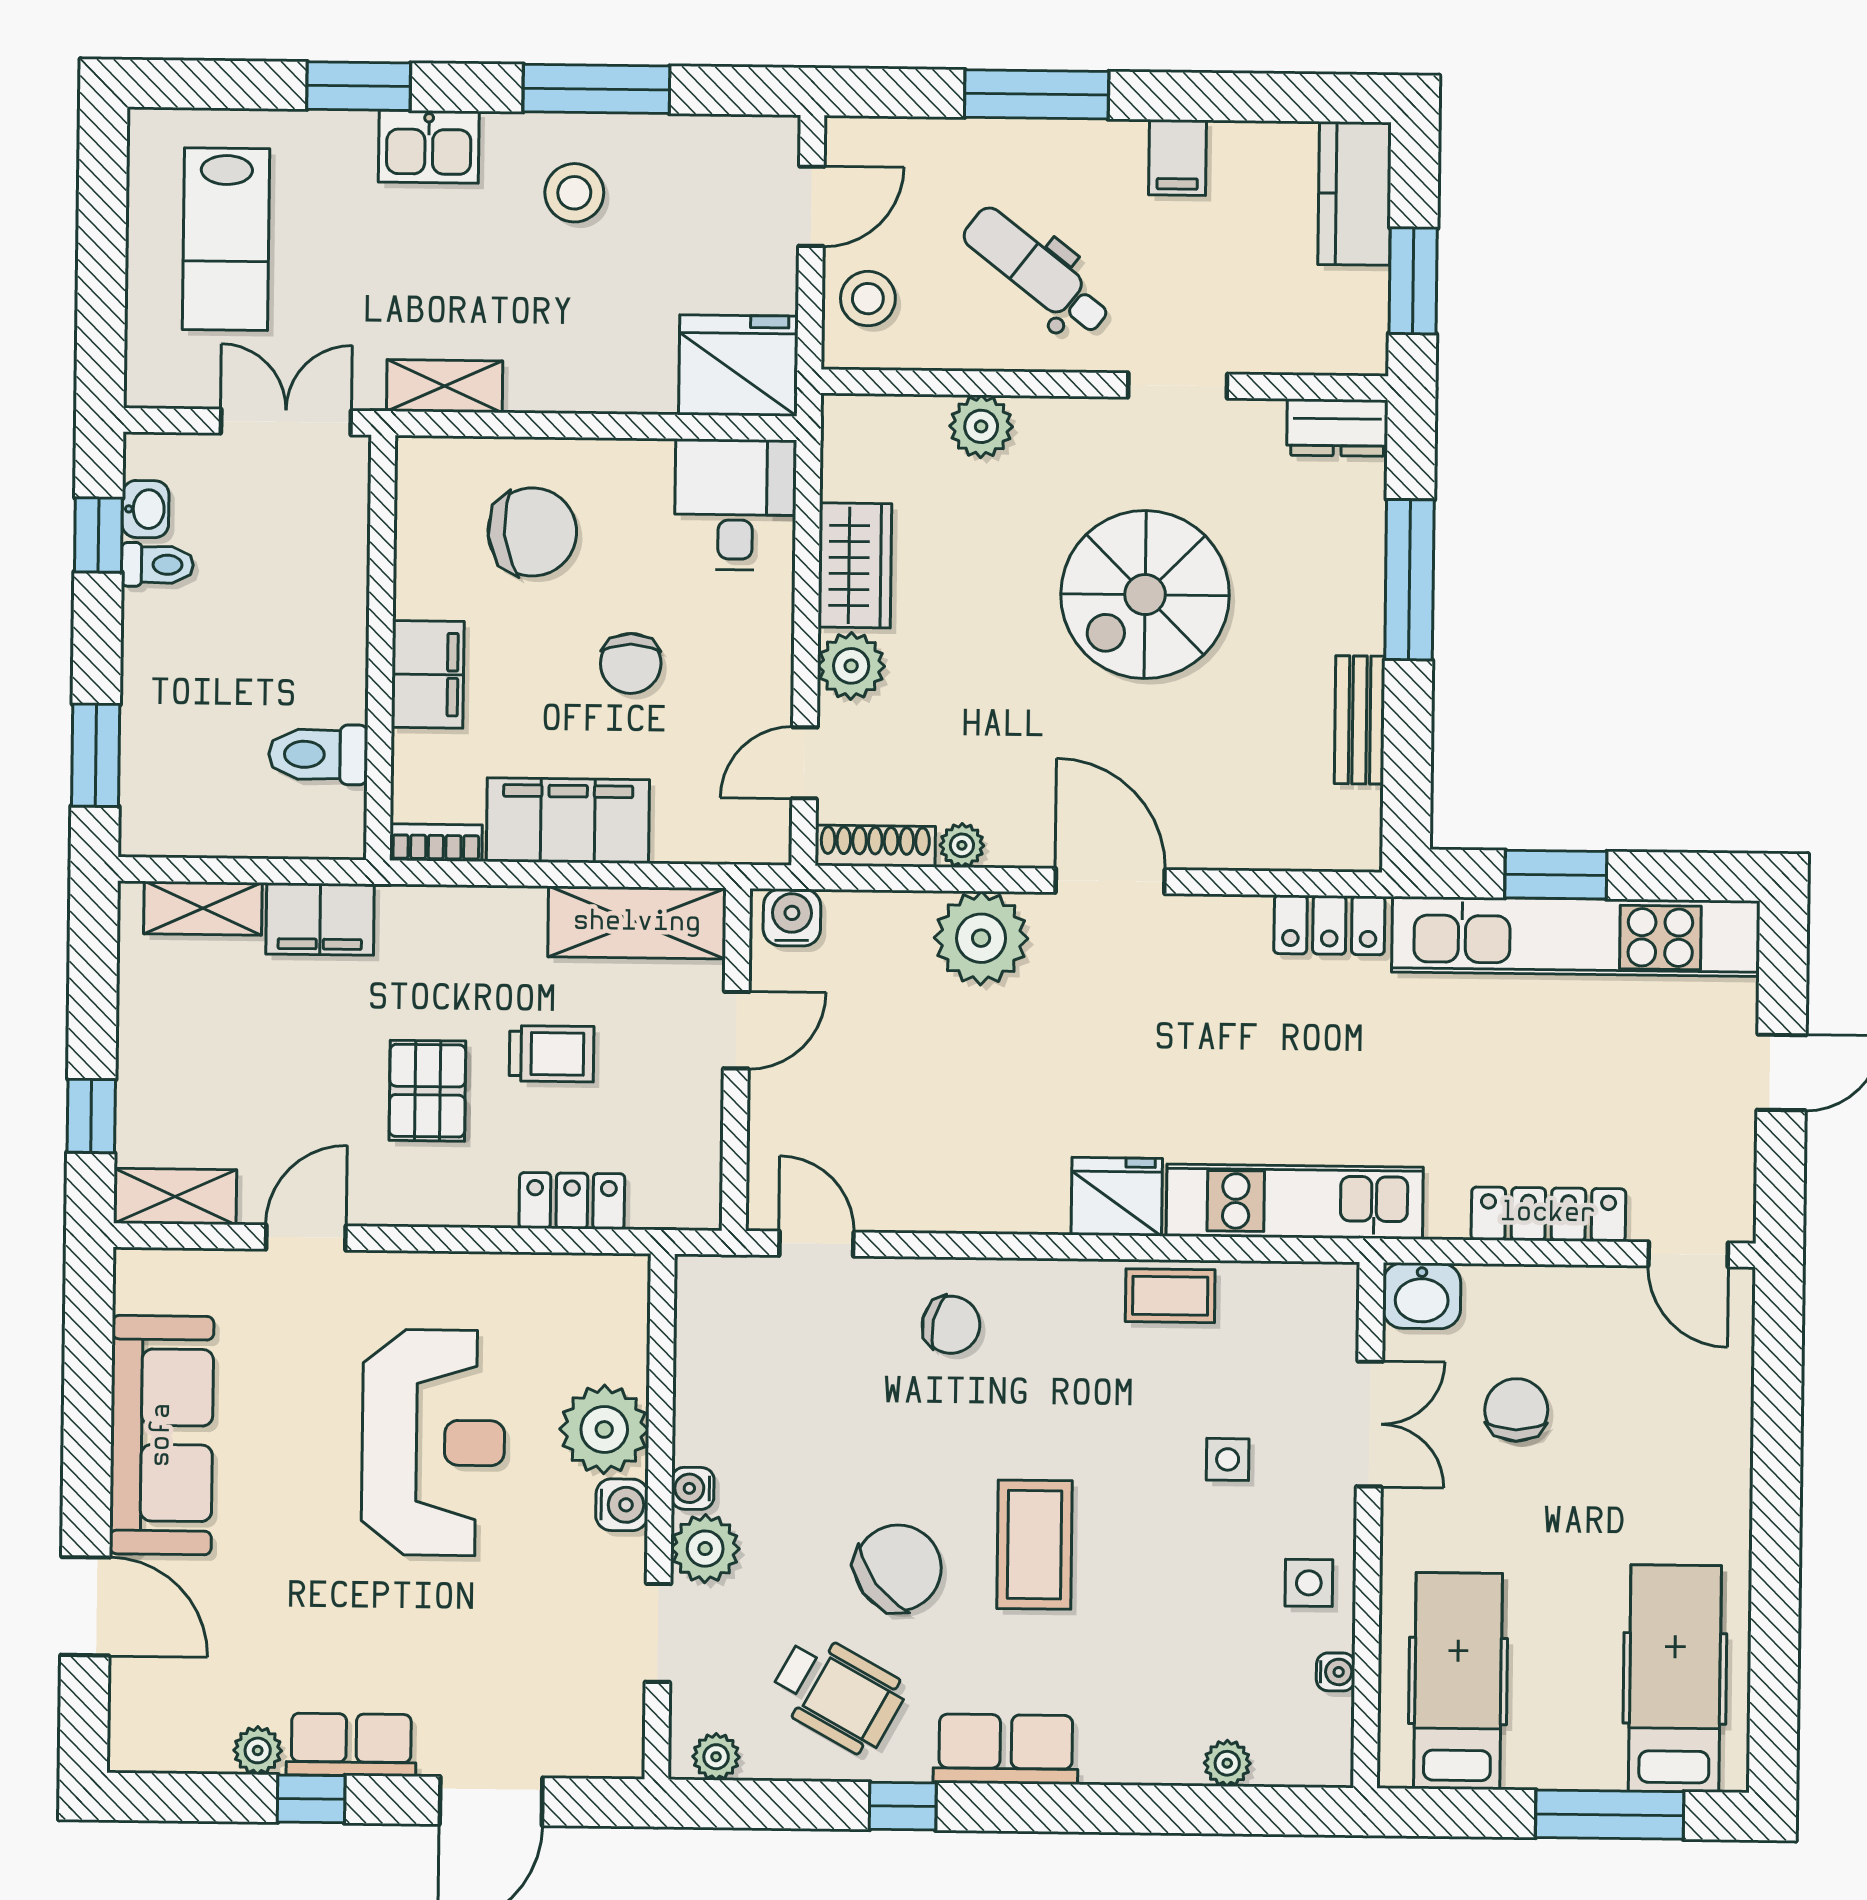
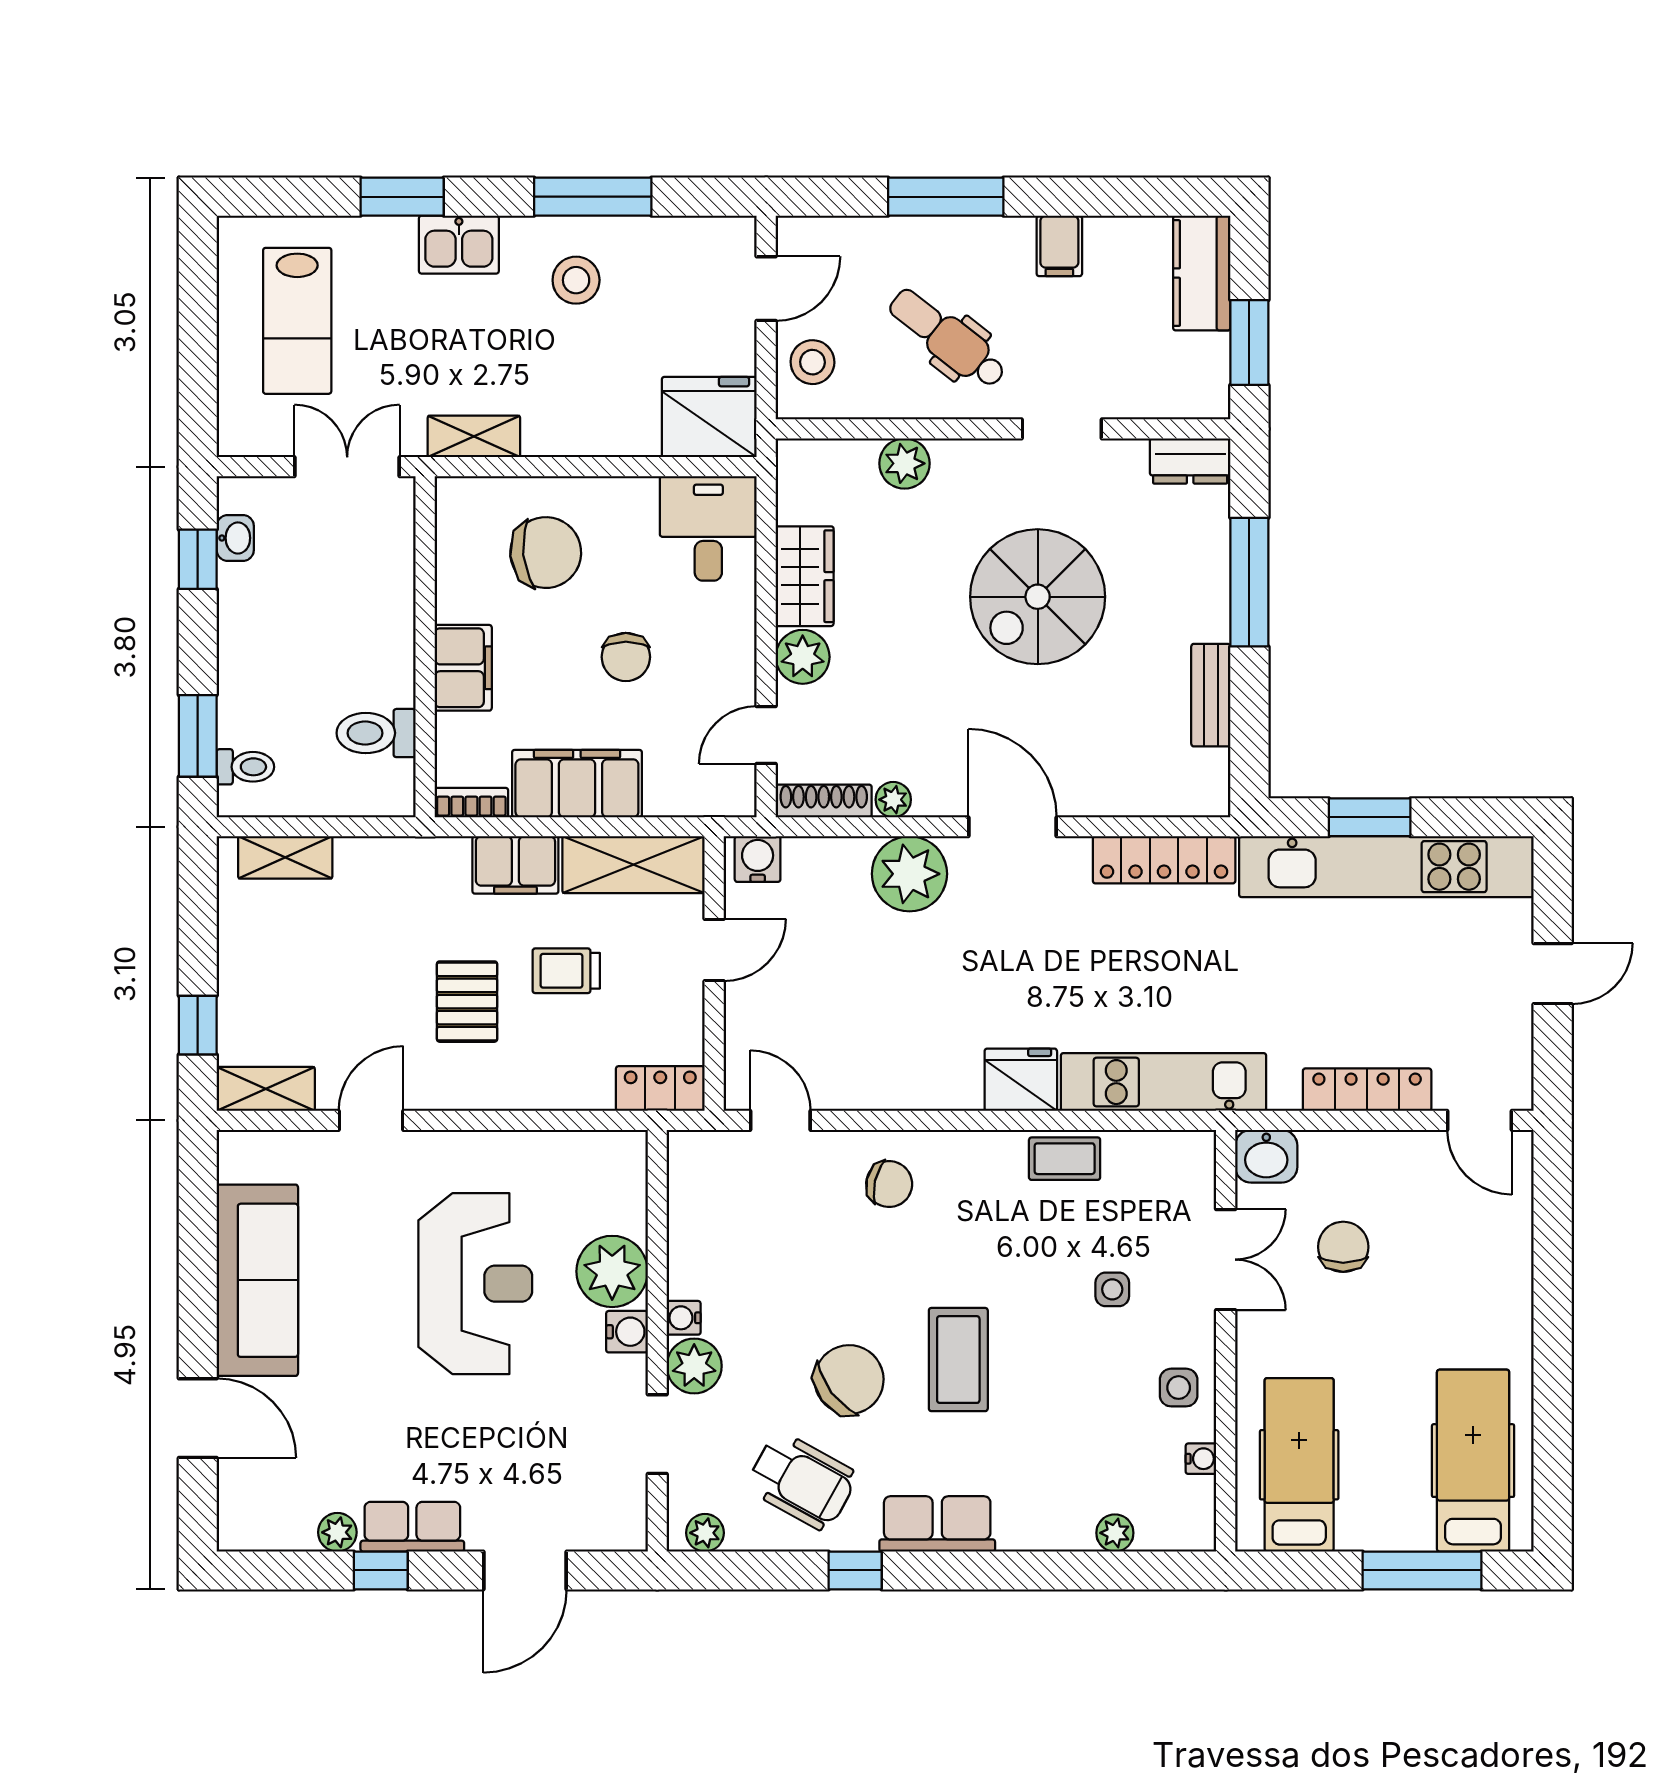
toilet: (157, 565) -> (245, 767), moved
filing cabinet: (320, 919) -> (515, 865), moved
locker: (1329, 925) -> (1164, 860), width x1.53
trolley: (552, 1054) -> (566, 971), turned 180
locker: (572, 1201) -> (660, 1089), moved

